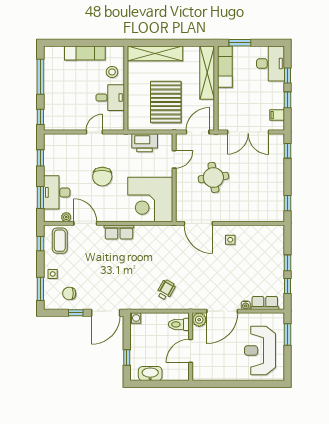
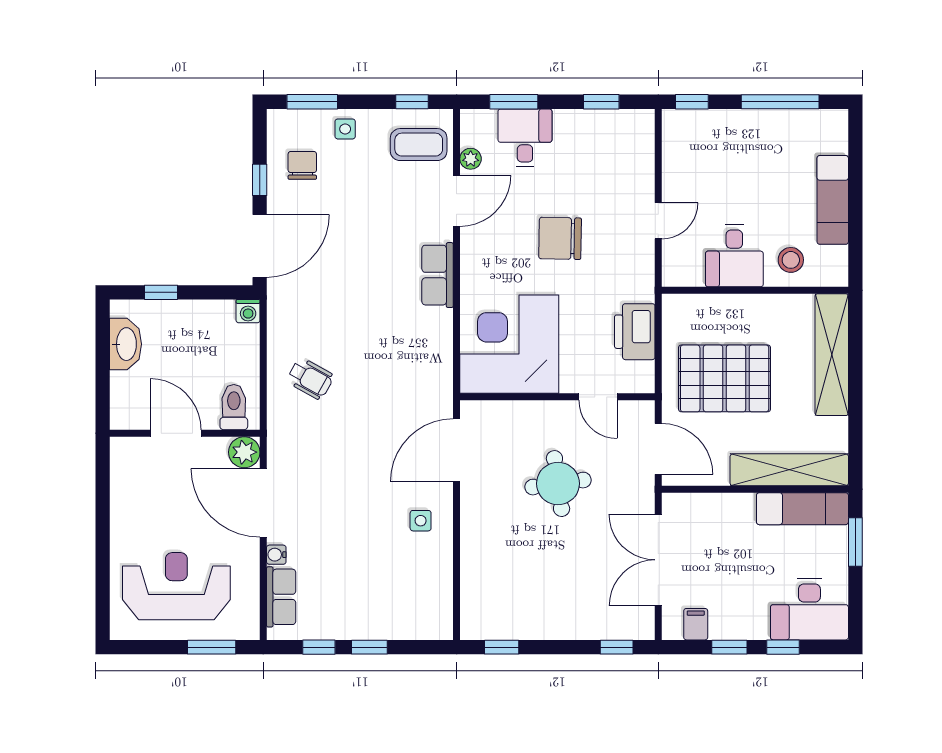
door: (94, 132) -> (658, 221), hinge flipped
desk: (57, 192) -> (525, 138), width x0.73
door: (106, 313) -> (260, 246), swing flipped

